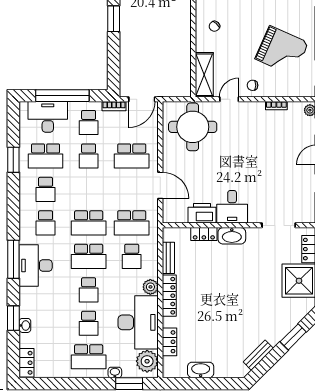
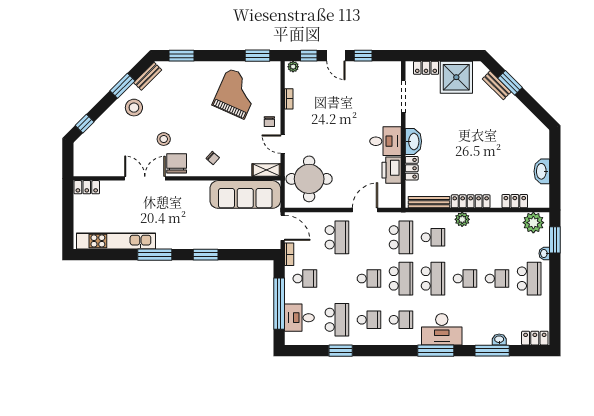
sofa: (176, 60) -> (245, 194), added
shelving: (204, 75) -> (266, 170), width x0.67, depth x0.75
desk: (48, 117) -> (299, 318), width x0.73
school desk: (89, 156) -> (369, 279), moved
bench: (168, 258) -> (429, 202), width x1.36
window: (13, 318) -> (492, 351), width x1.44
desk: (138, 322) -> (496, 231), removed
bench: (258, 355) -> (497, 85), moved

